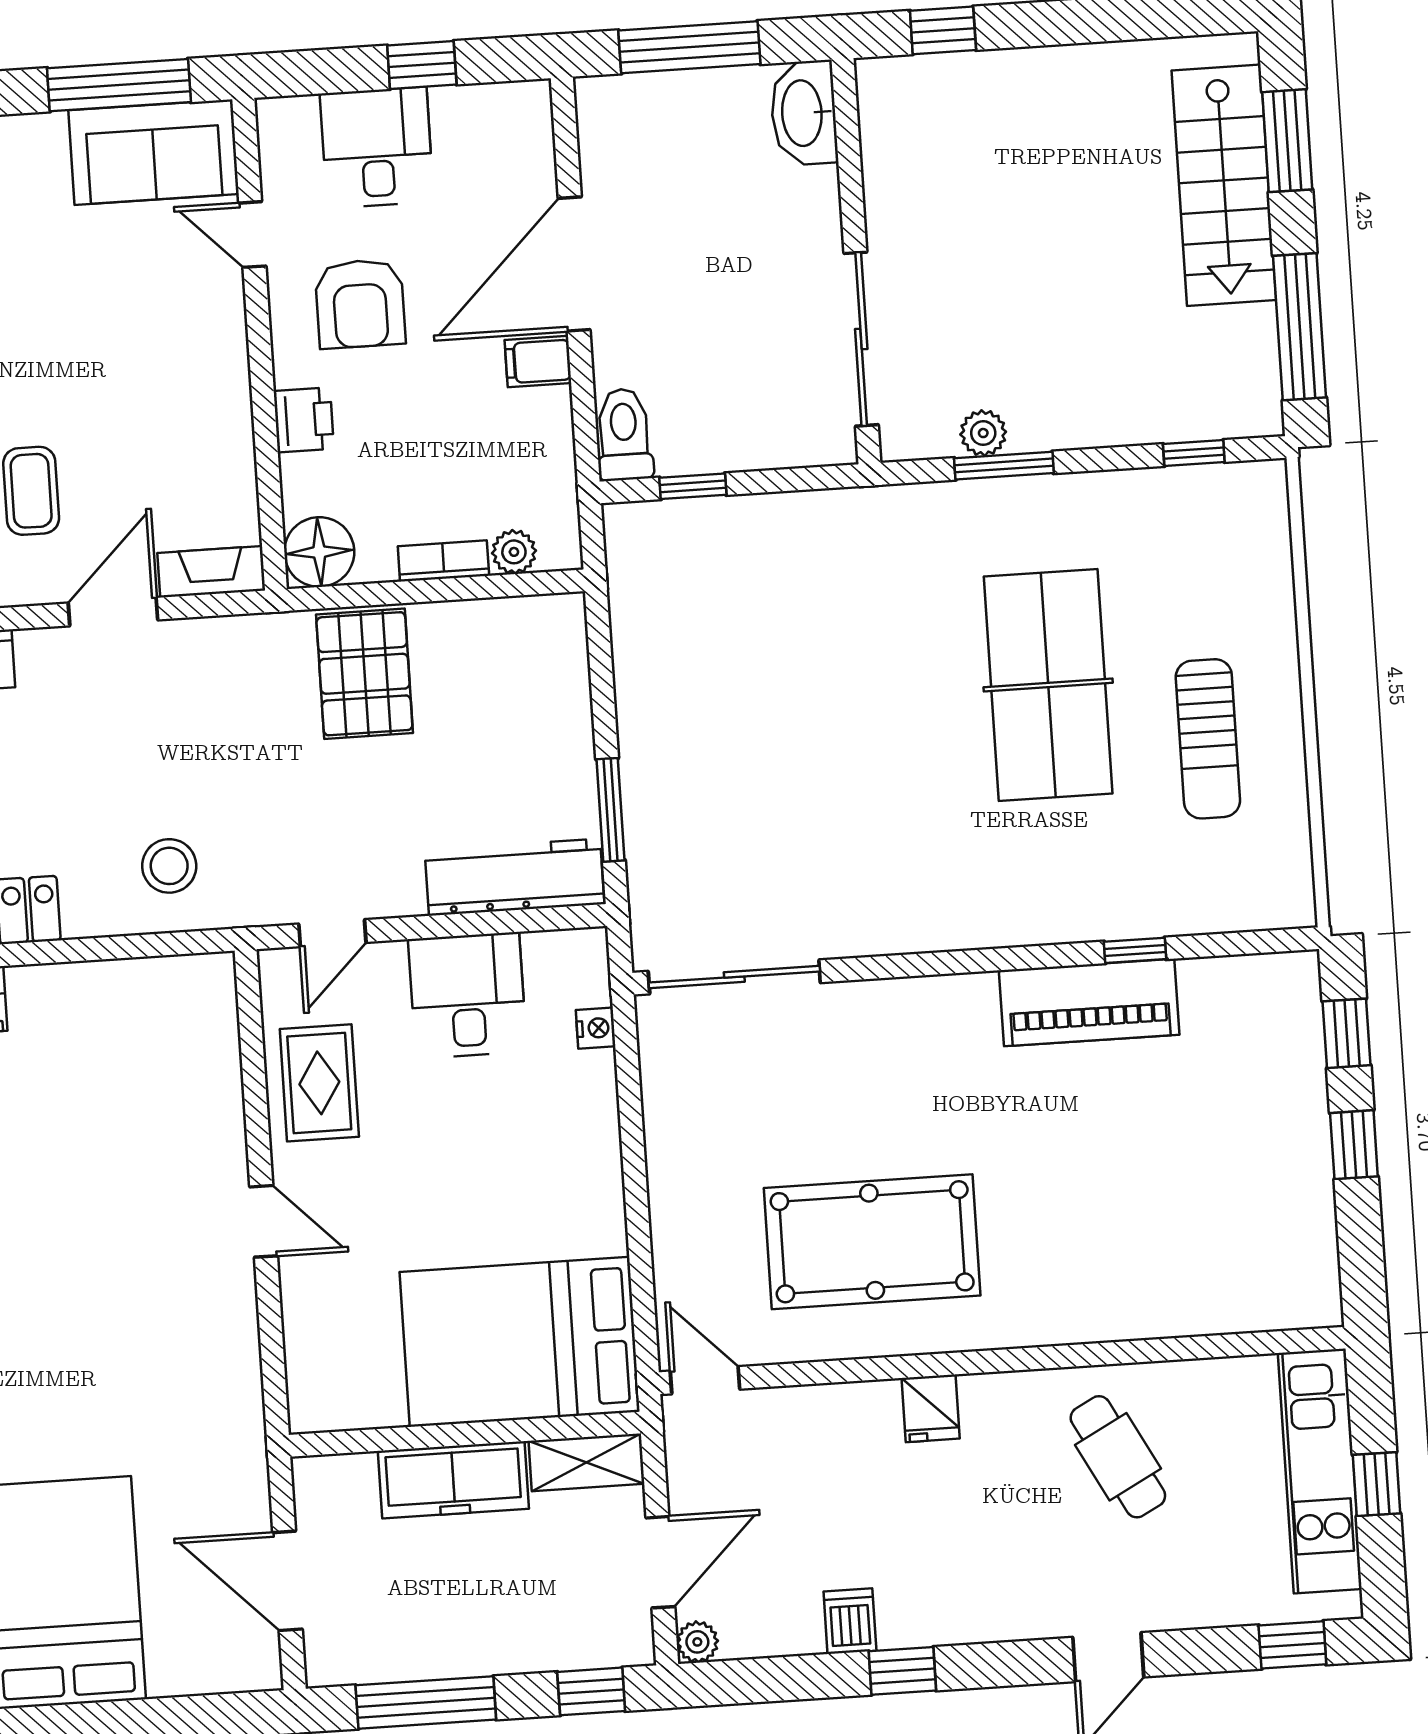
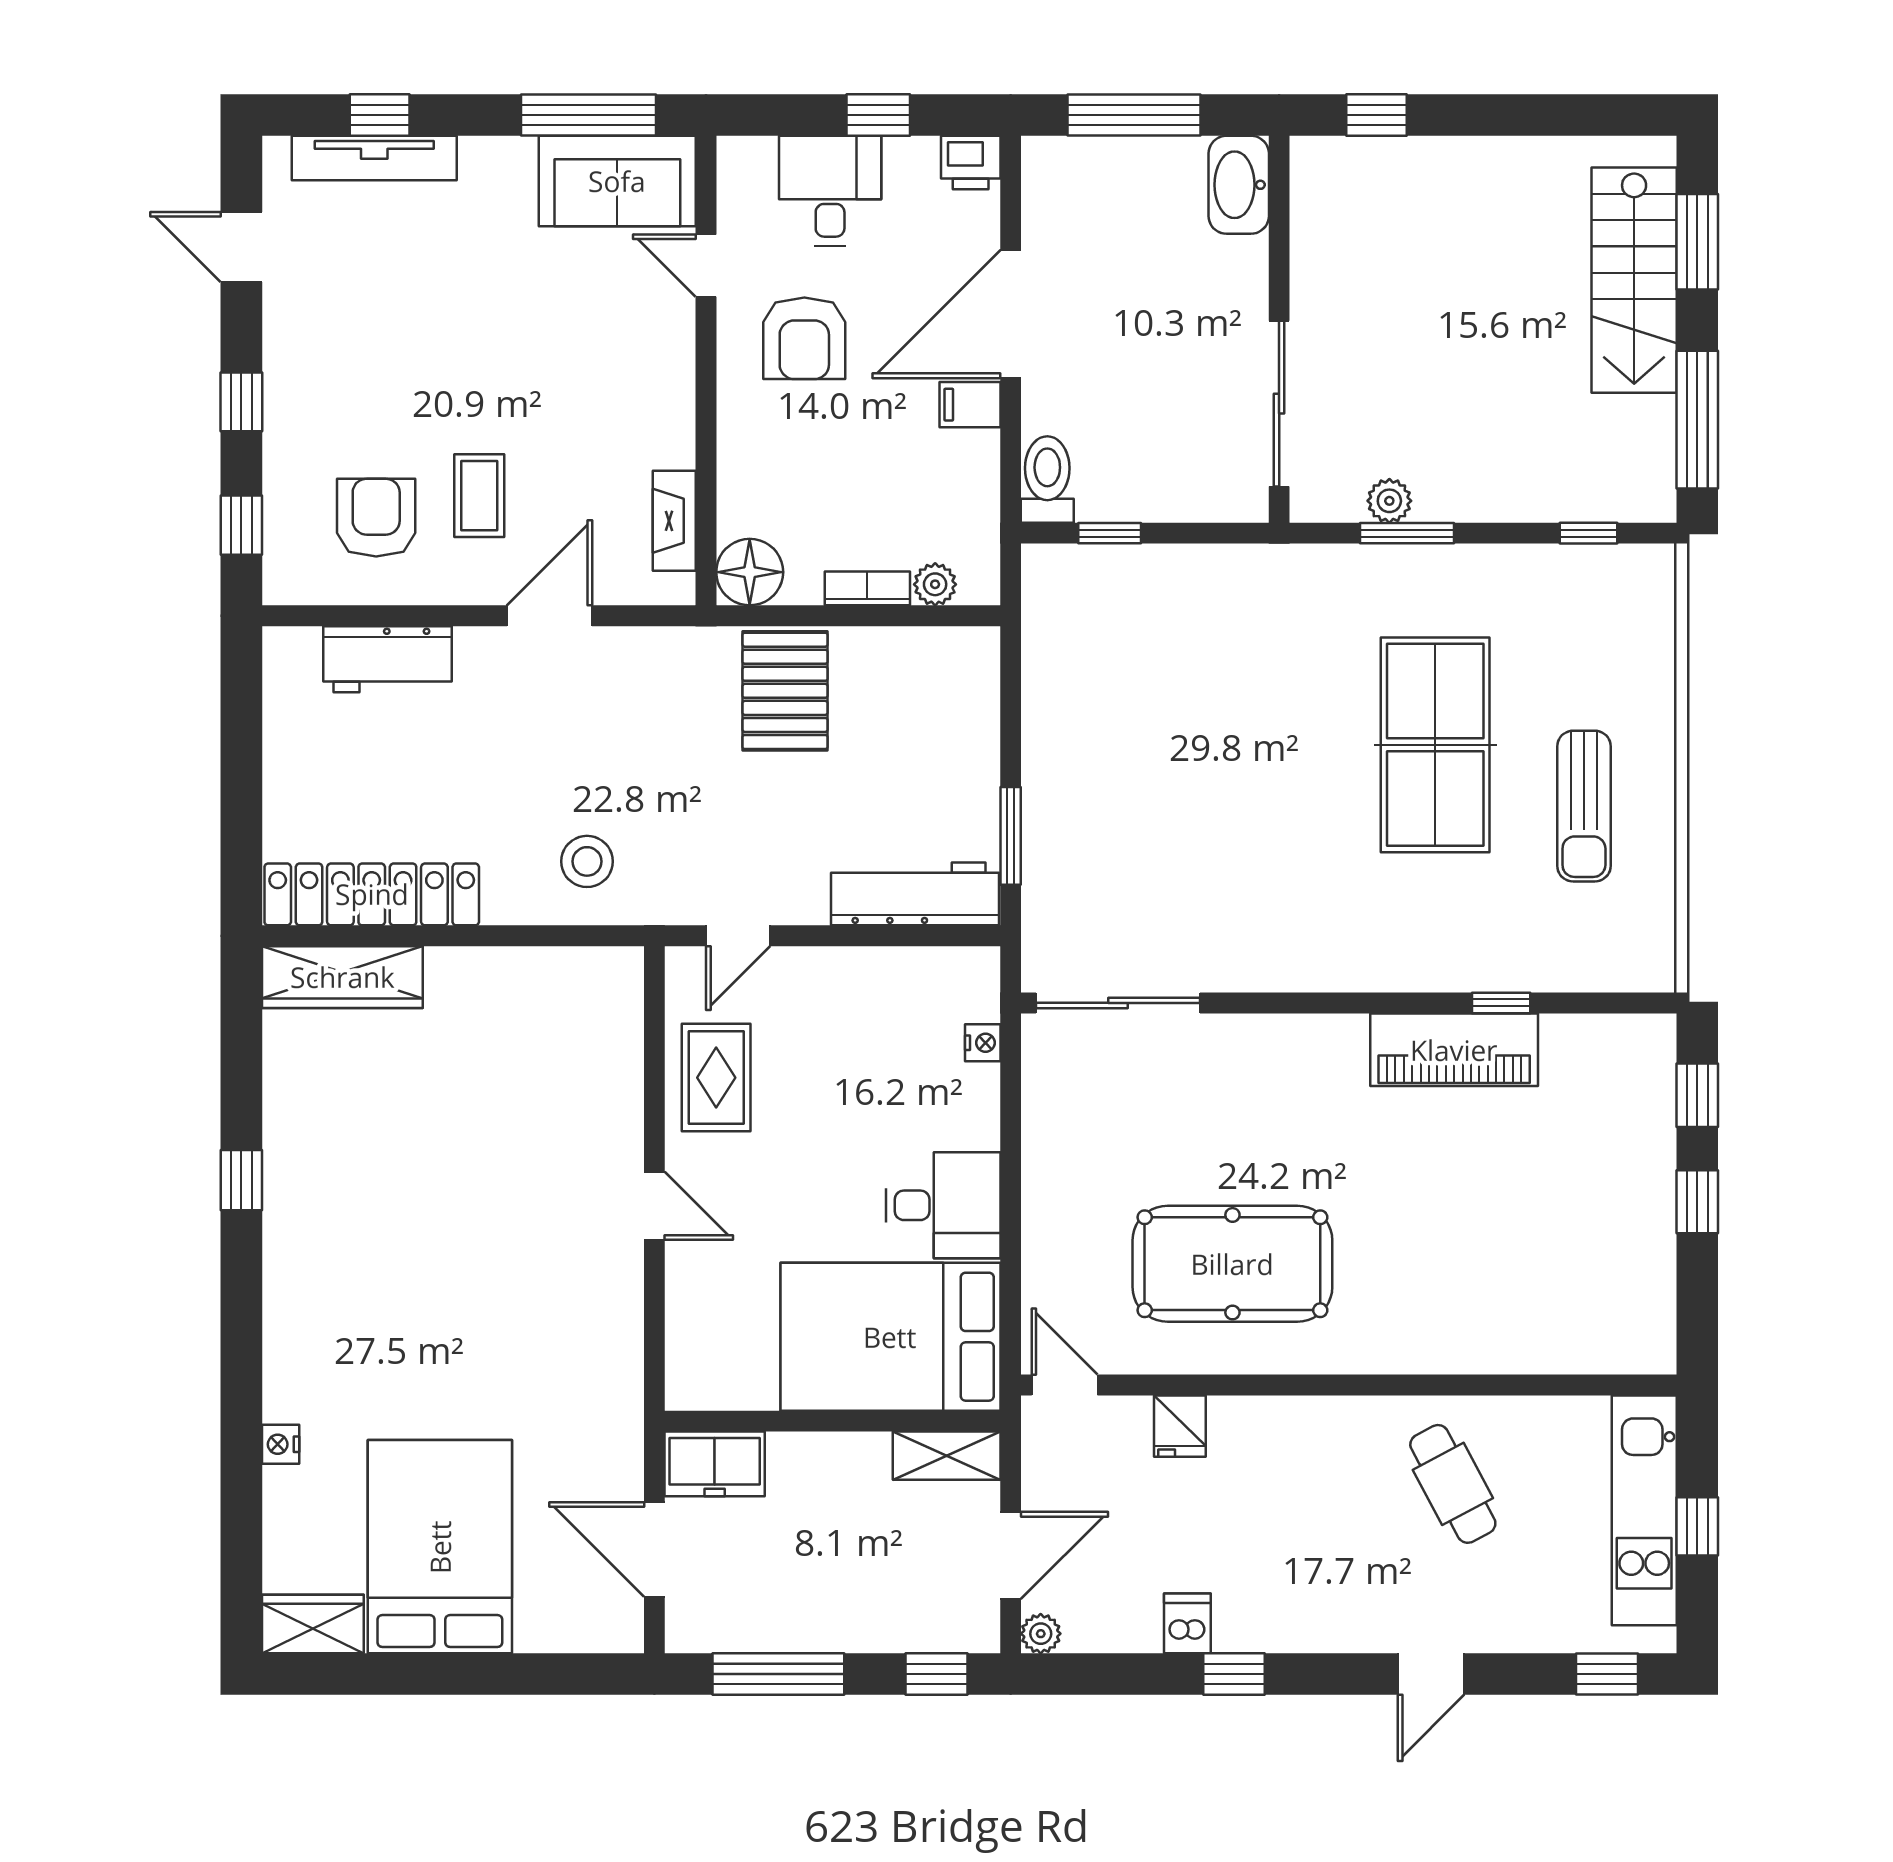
printer: (304, 420) -> (971, 162), moved, turned 90
fireplace: (211, 572) -> (674, 521), moved, turned -90
desk: (467, 995) -> (943, 1205), moved, turned 90
fridge: (931, 1408) -> (1180, 1426), moved
freezer: (453, 1480) -> (715, 1464), moved, width x0.71

